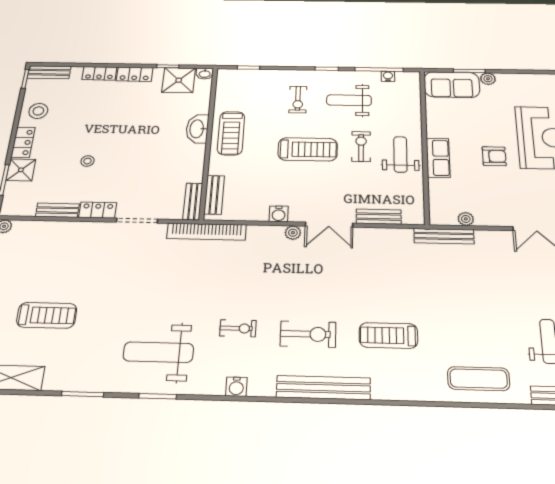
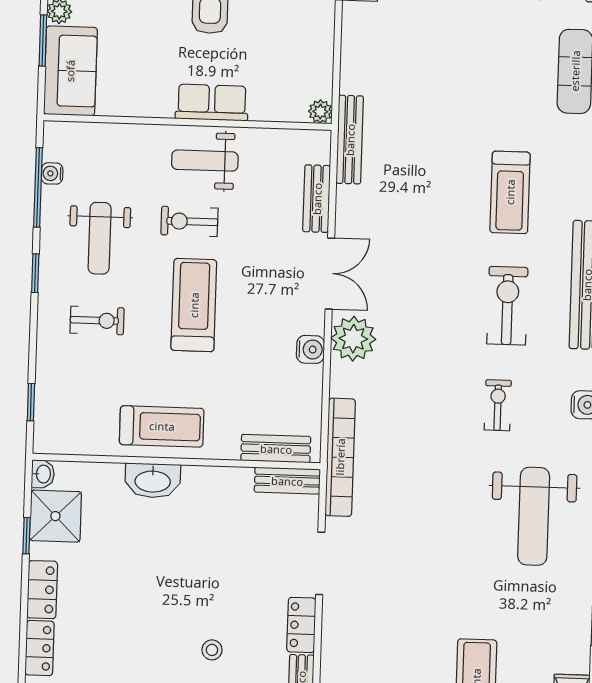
plant: (466, 219) -> (320, 112), moved
plant: (293, 233) -> (353, 339), width x1.87, depth x1.87
bench: (444, 236) -> (350, 140), moved

